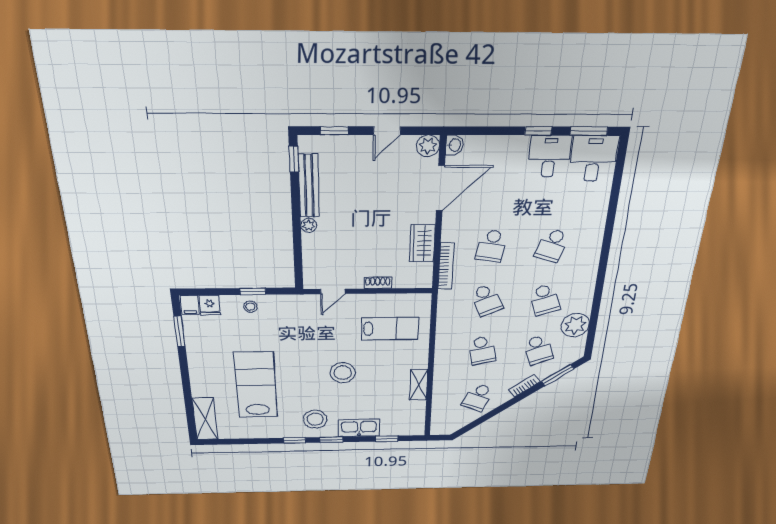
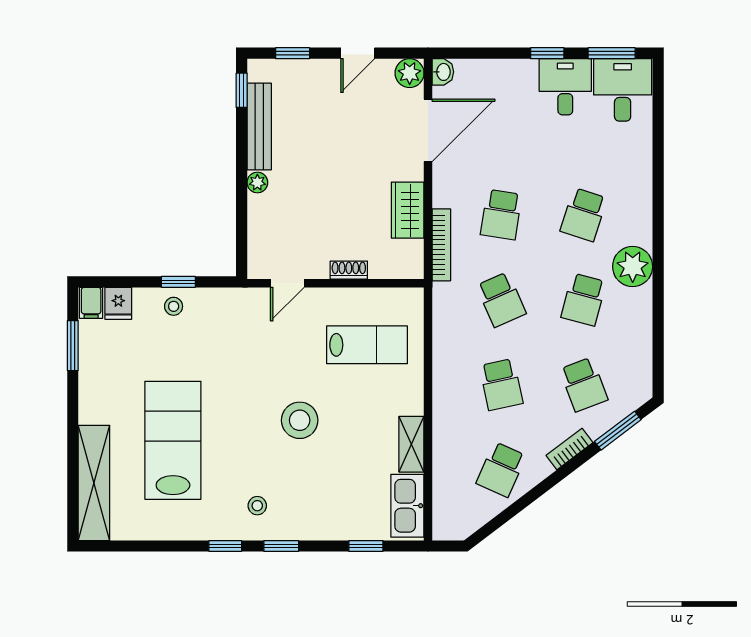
school desk: (545, 300) -> (584, 300), turned 33
plant: (575, 325) -> (633, 267), moved
shelving: (205, 419) -> (94, 483), width x1.47
stool: (315, 419) -> (257, 506), width x0.53, depth x0.53
kitchen sink: (359, 428) -> (407, 506), moved, turned -90

